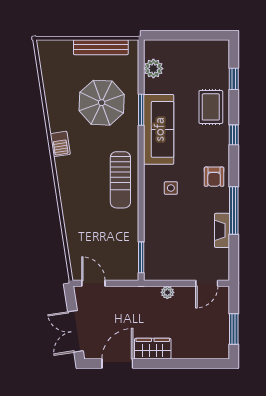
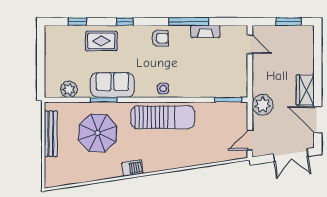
sofa: (159, 129) -> (112, 85), width x0.73
sun lounger: (120, 180) -> (163, 117), width x1.36, depth x1.34
side table: (171, 188) -> (163, 88), moved
plant: (167, 292) -> (263, 105), moved, width x1.87, depth x1.87

